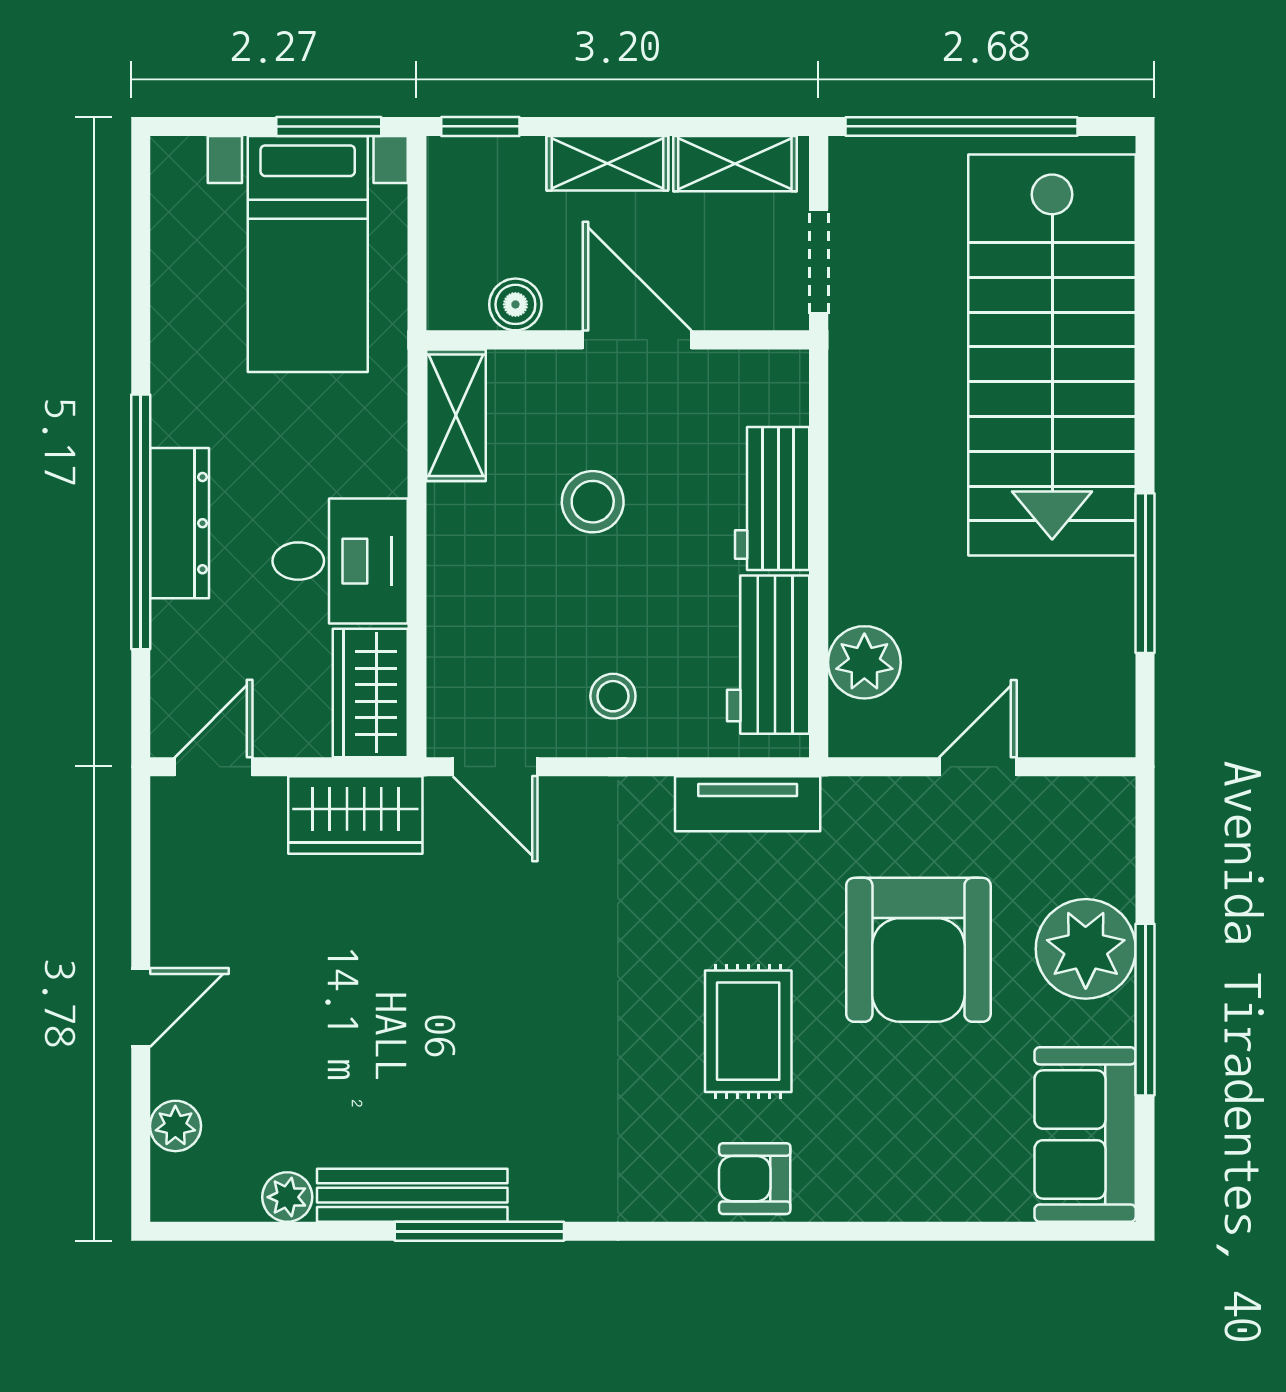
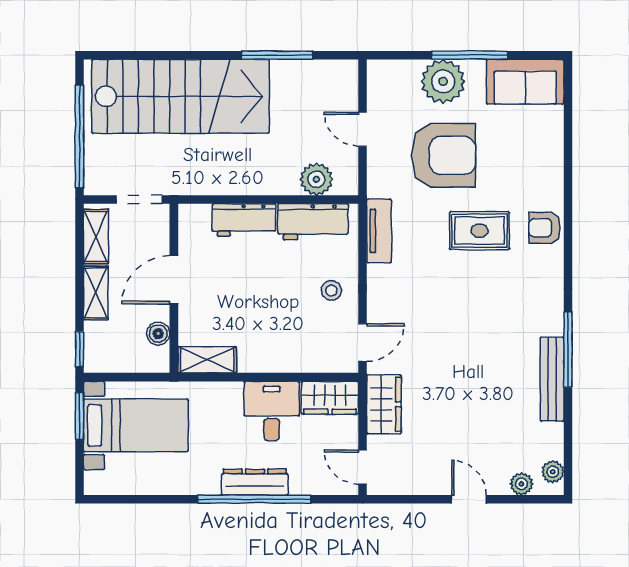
stool: (593, 502) -> (245, 299), removed
armchair: (755, 1179) -> (545, 228), turned 90
plant: (287, 1197) -> (553, 472), moved

